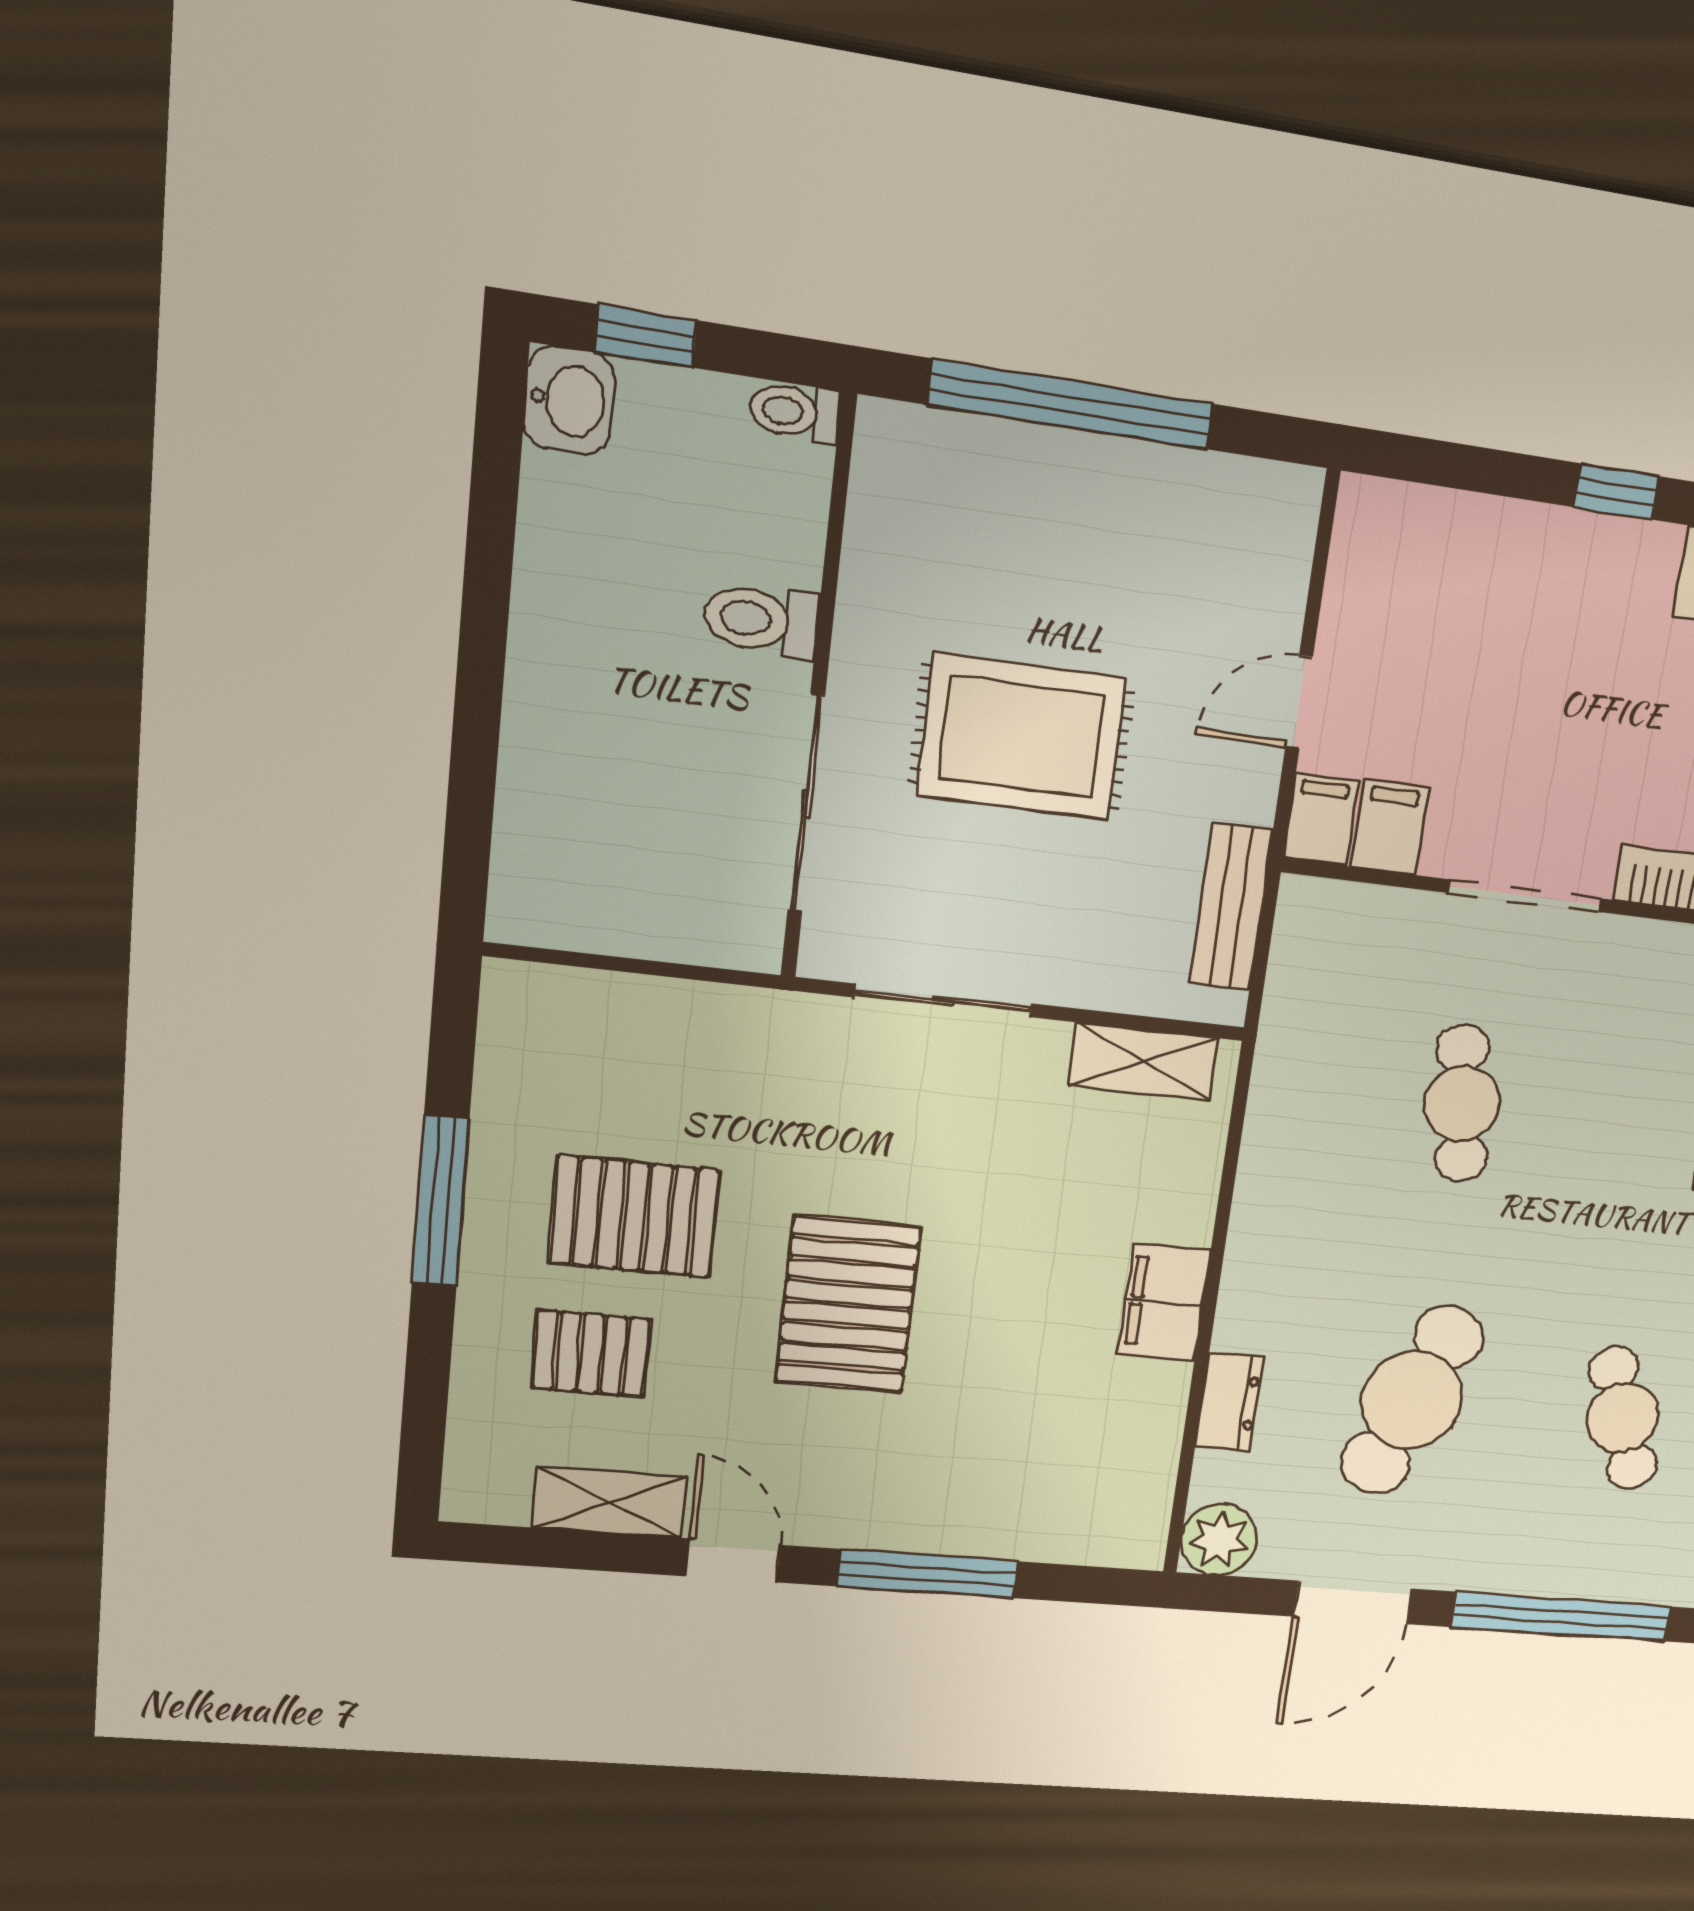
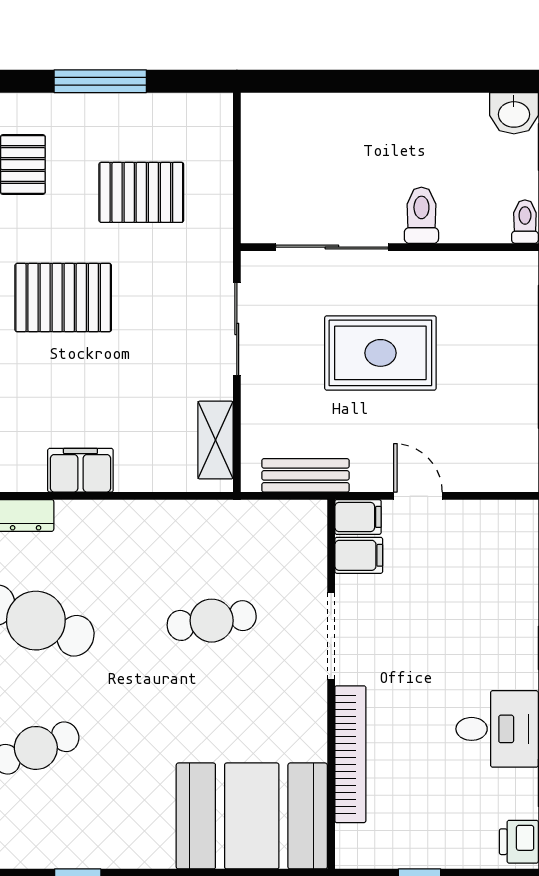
rug: (1022, 737) -> (380, 353), turned 90
pallet: (634, 1216) -> (141, 192), moved, turned 90

